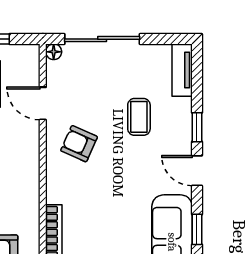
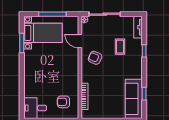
door: (197, 171) -> (144, 69), removed

